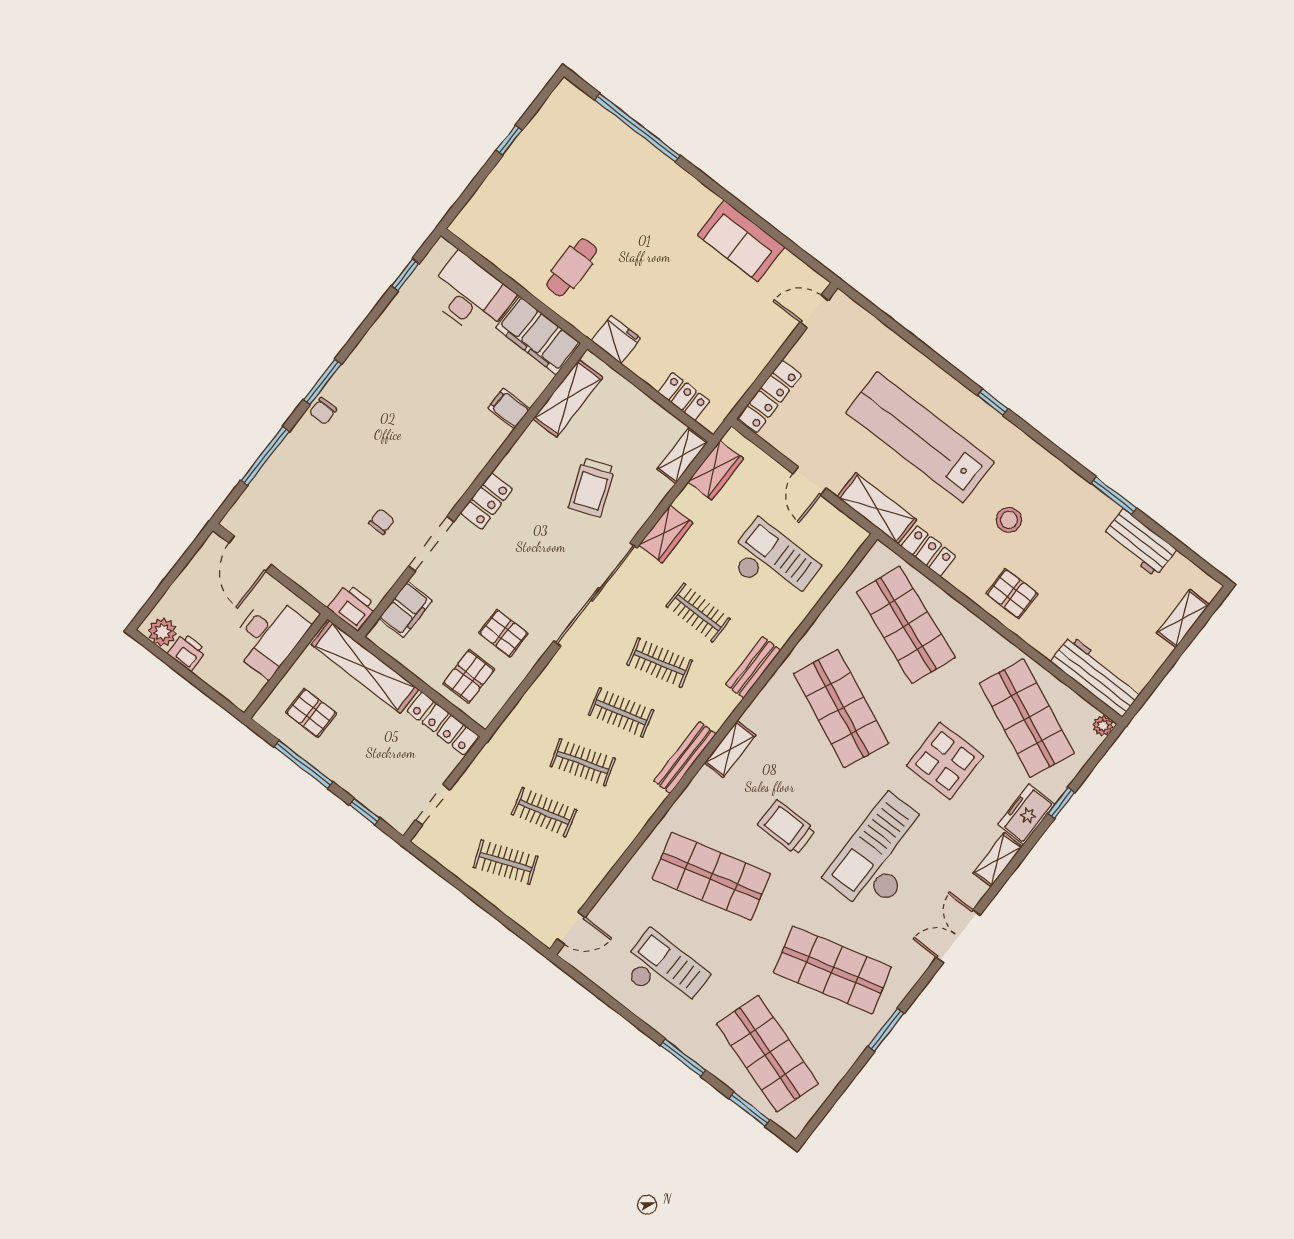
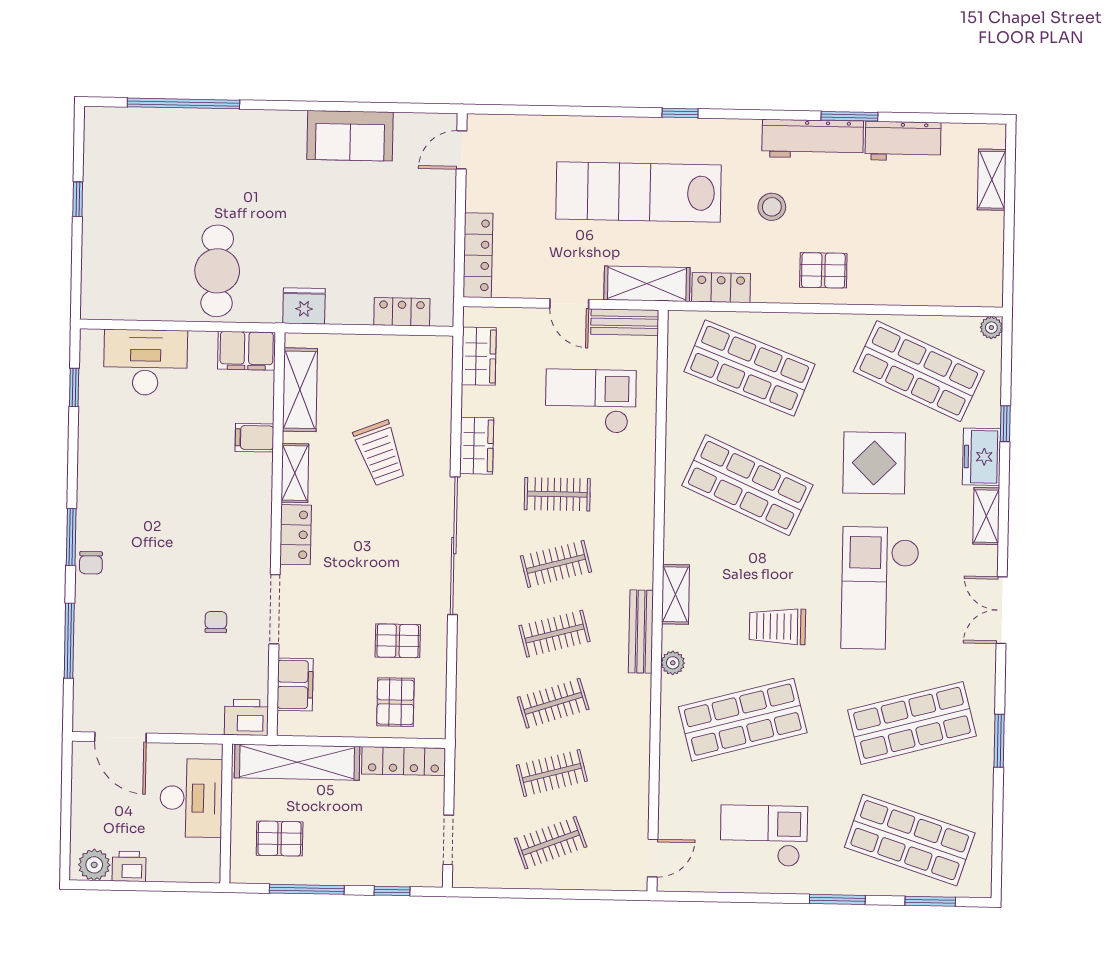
cafe table: (572, 267) -> (217, 271), width x1.37, depth x1.35
filing cabinet: (538, 336) -> (247, 351), width x0.67, depth x0.86
shelving: (683, 455) -> (295, 473), moved
bench: (753, 667) -> (625, 322), moved, turned 90
workbench: (1097, 676) -> (813, 139), moved, turned 180
plant: (691, 797) -> (673, 663), added

